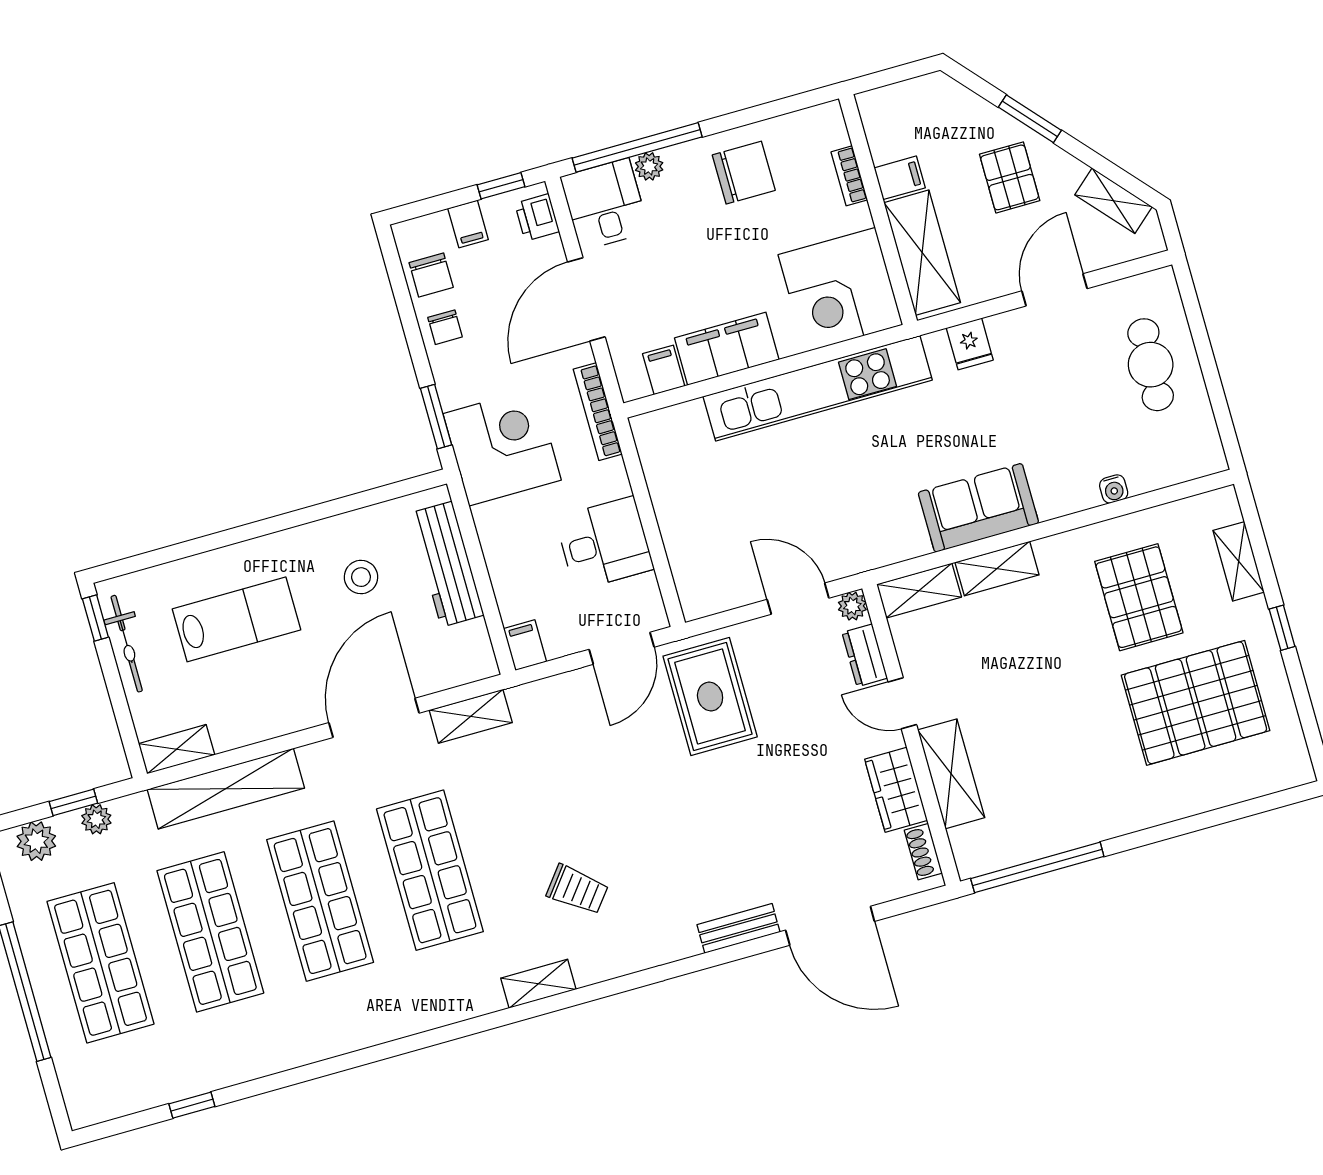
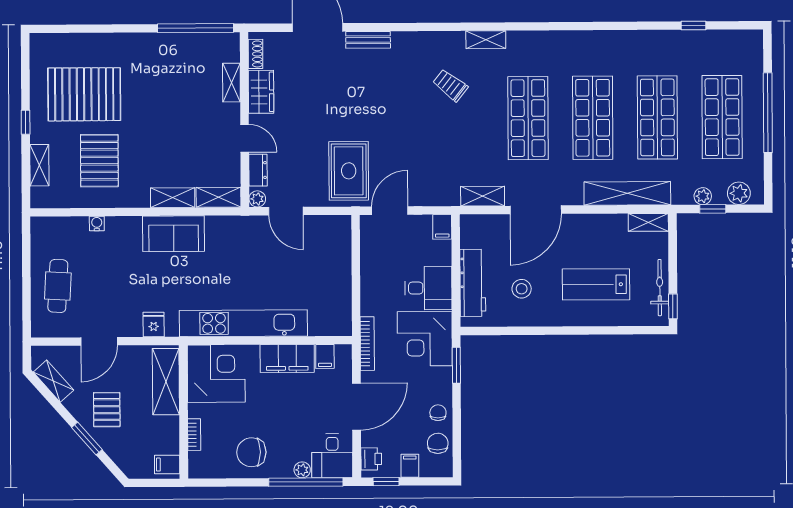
filing cabinet: (900, 178) -> (167, 465), moved
desk: (604, 543) -> (428, 288), moved, turned 180
shelving: (951, 774) -> (231, 83), width x0.67, depth x0.75

